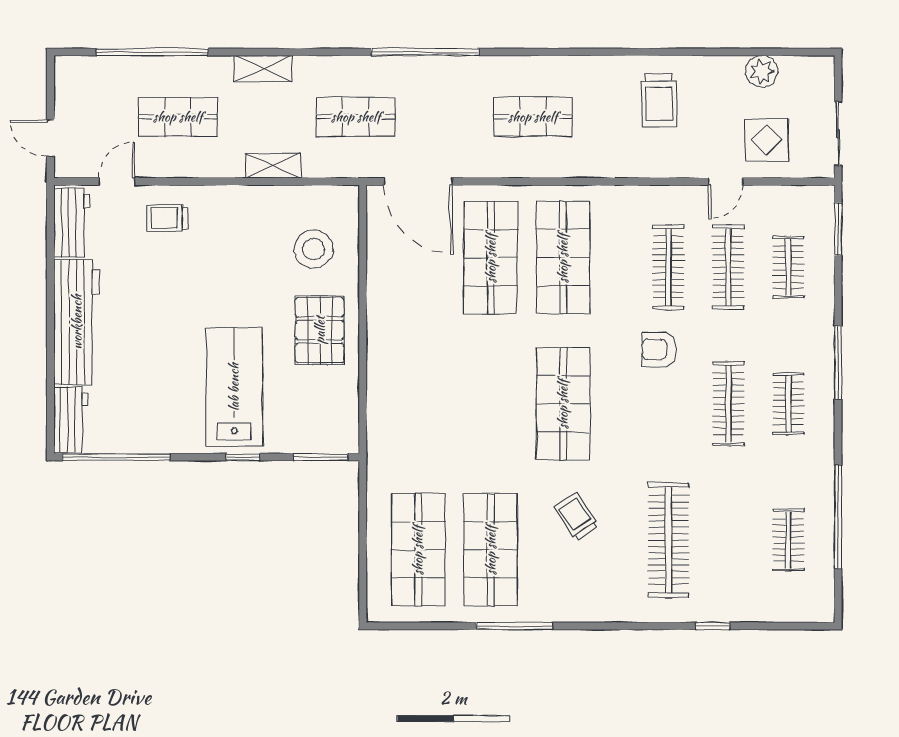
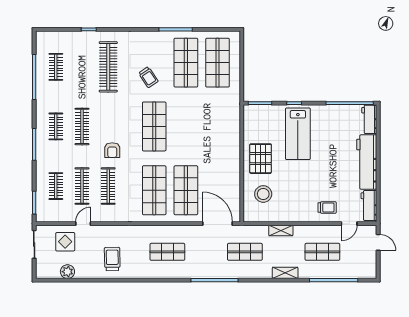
armchair: (659, 349) -> (112, 150), turned 90

